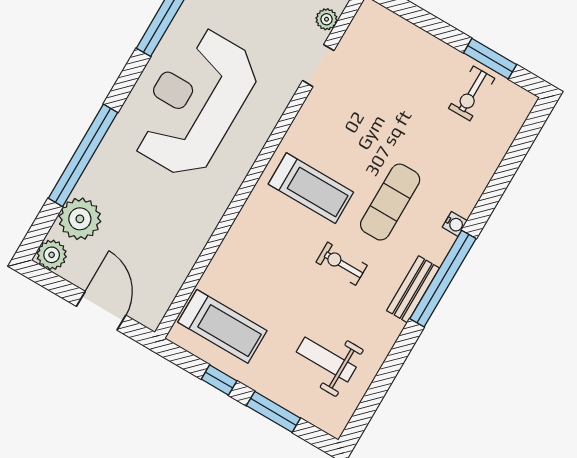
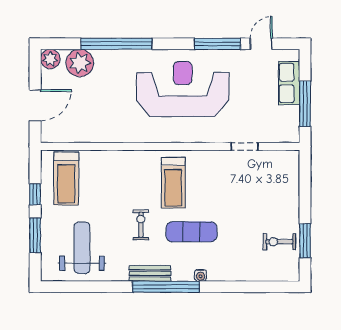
plant: (327, 19) -> (273, 136), removed
weight bench: (326, 360) -> (82, 248), width x1.36, depth x1.33

